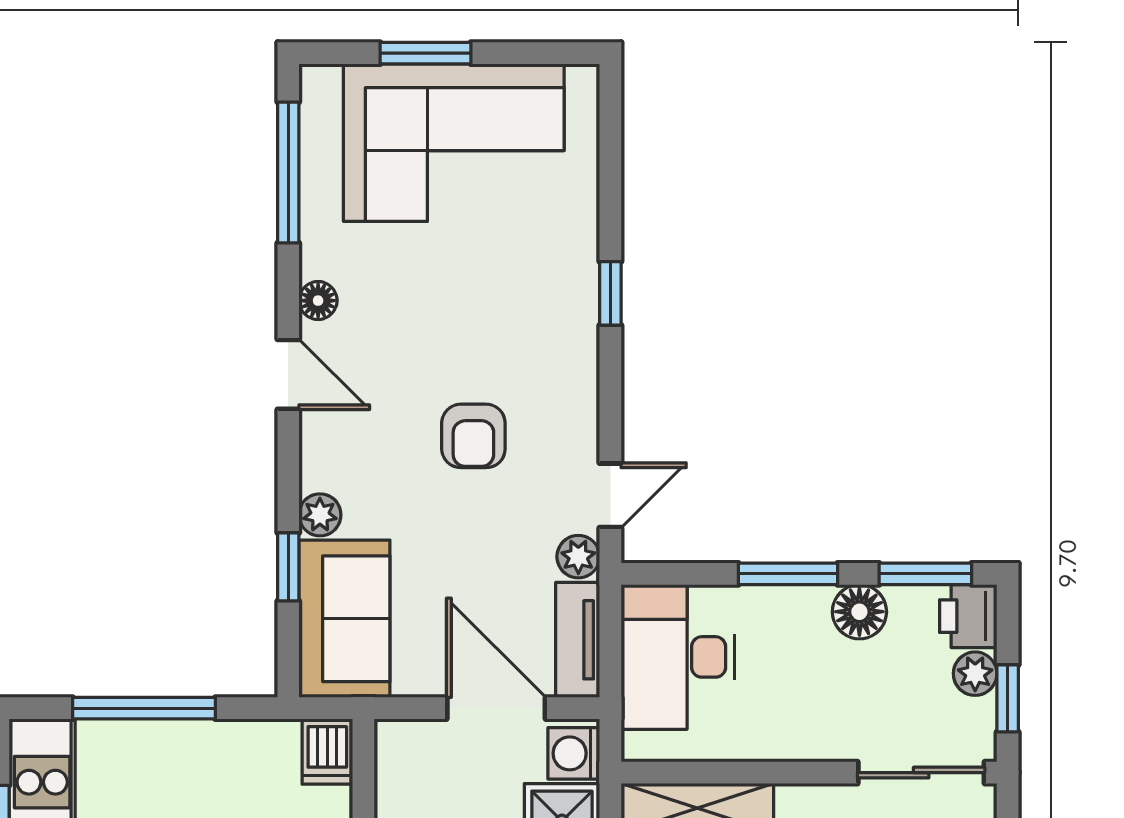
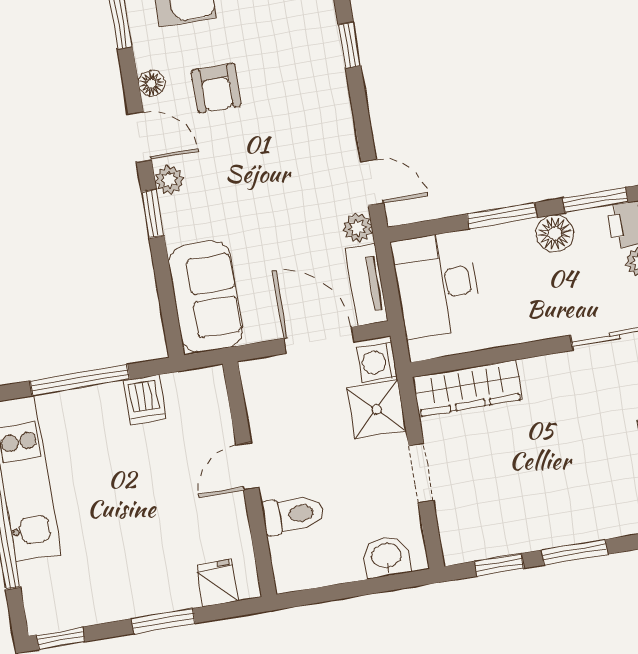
armchair: (473, 436) -> (216, 88), moved
door: (610, 495) -> (372, 183), hinge flipped
plant: (320, 515) -> (169, 180), moved
window: (288, 567) -> (153, 214), moved
dishwasher: (327, 751) -> (144, 400), moved

